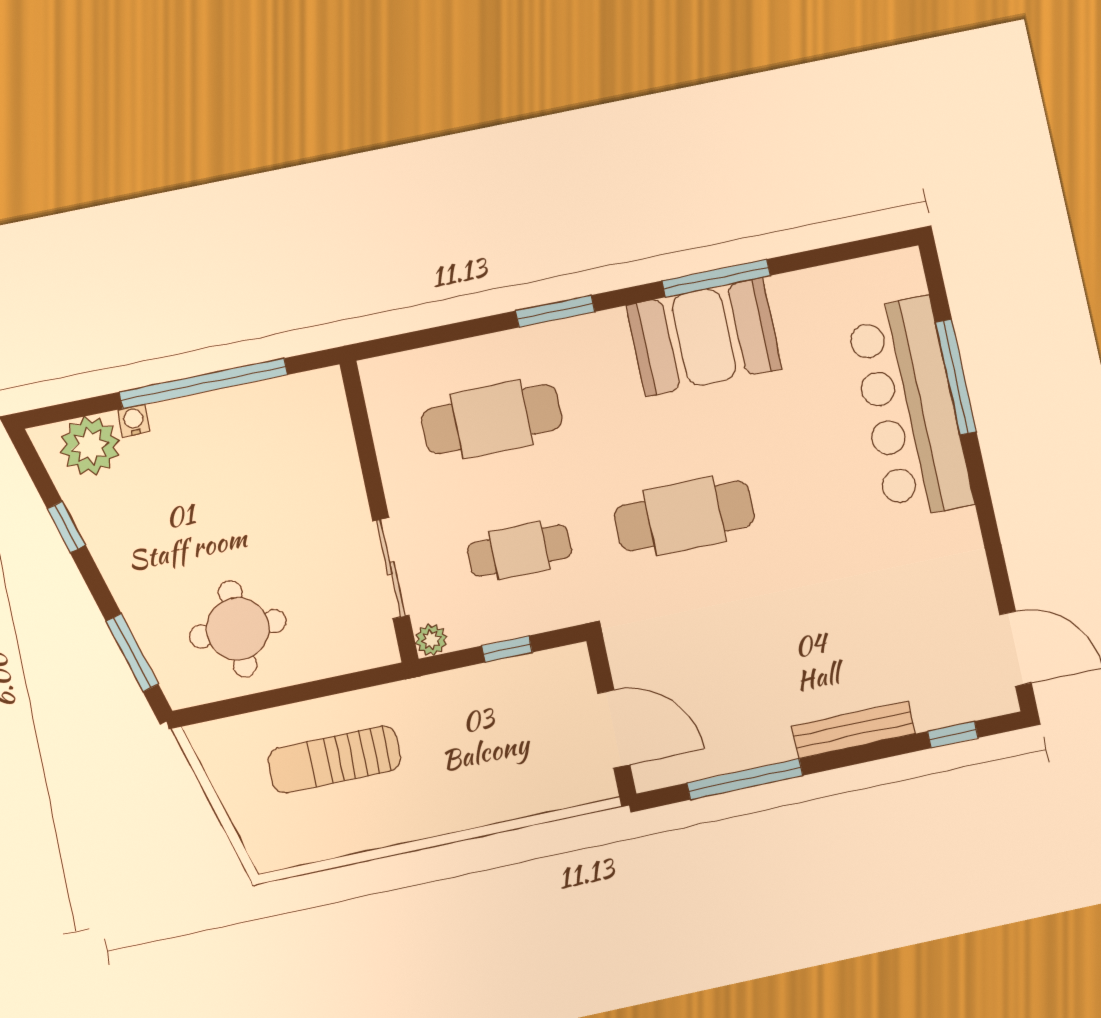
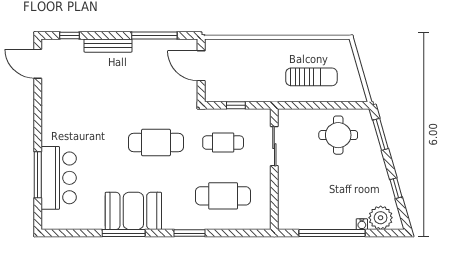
bar counter: (910, 408) -> (59, 178), width x0.73
plant: (431, 640) -> (265, 115), removed

